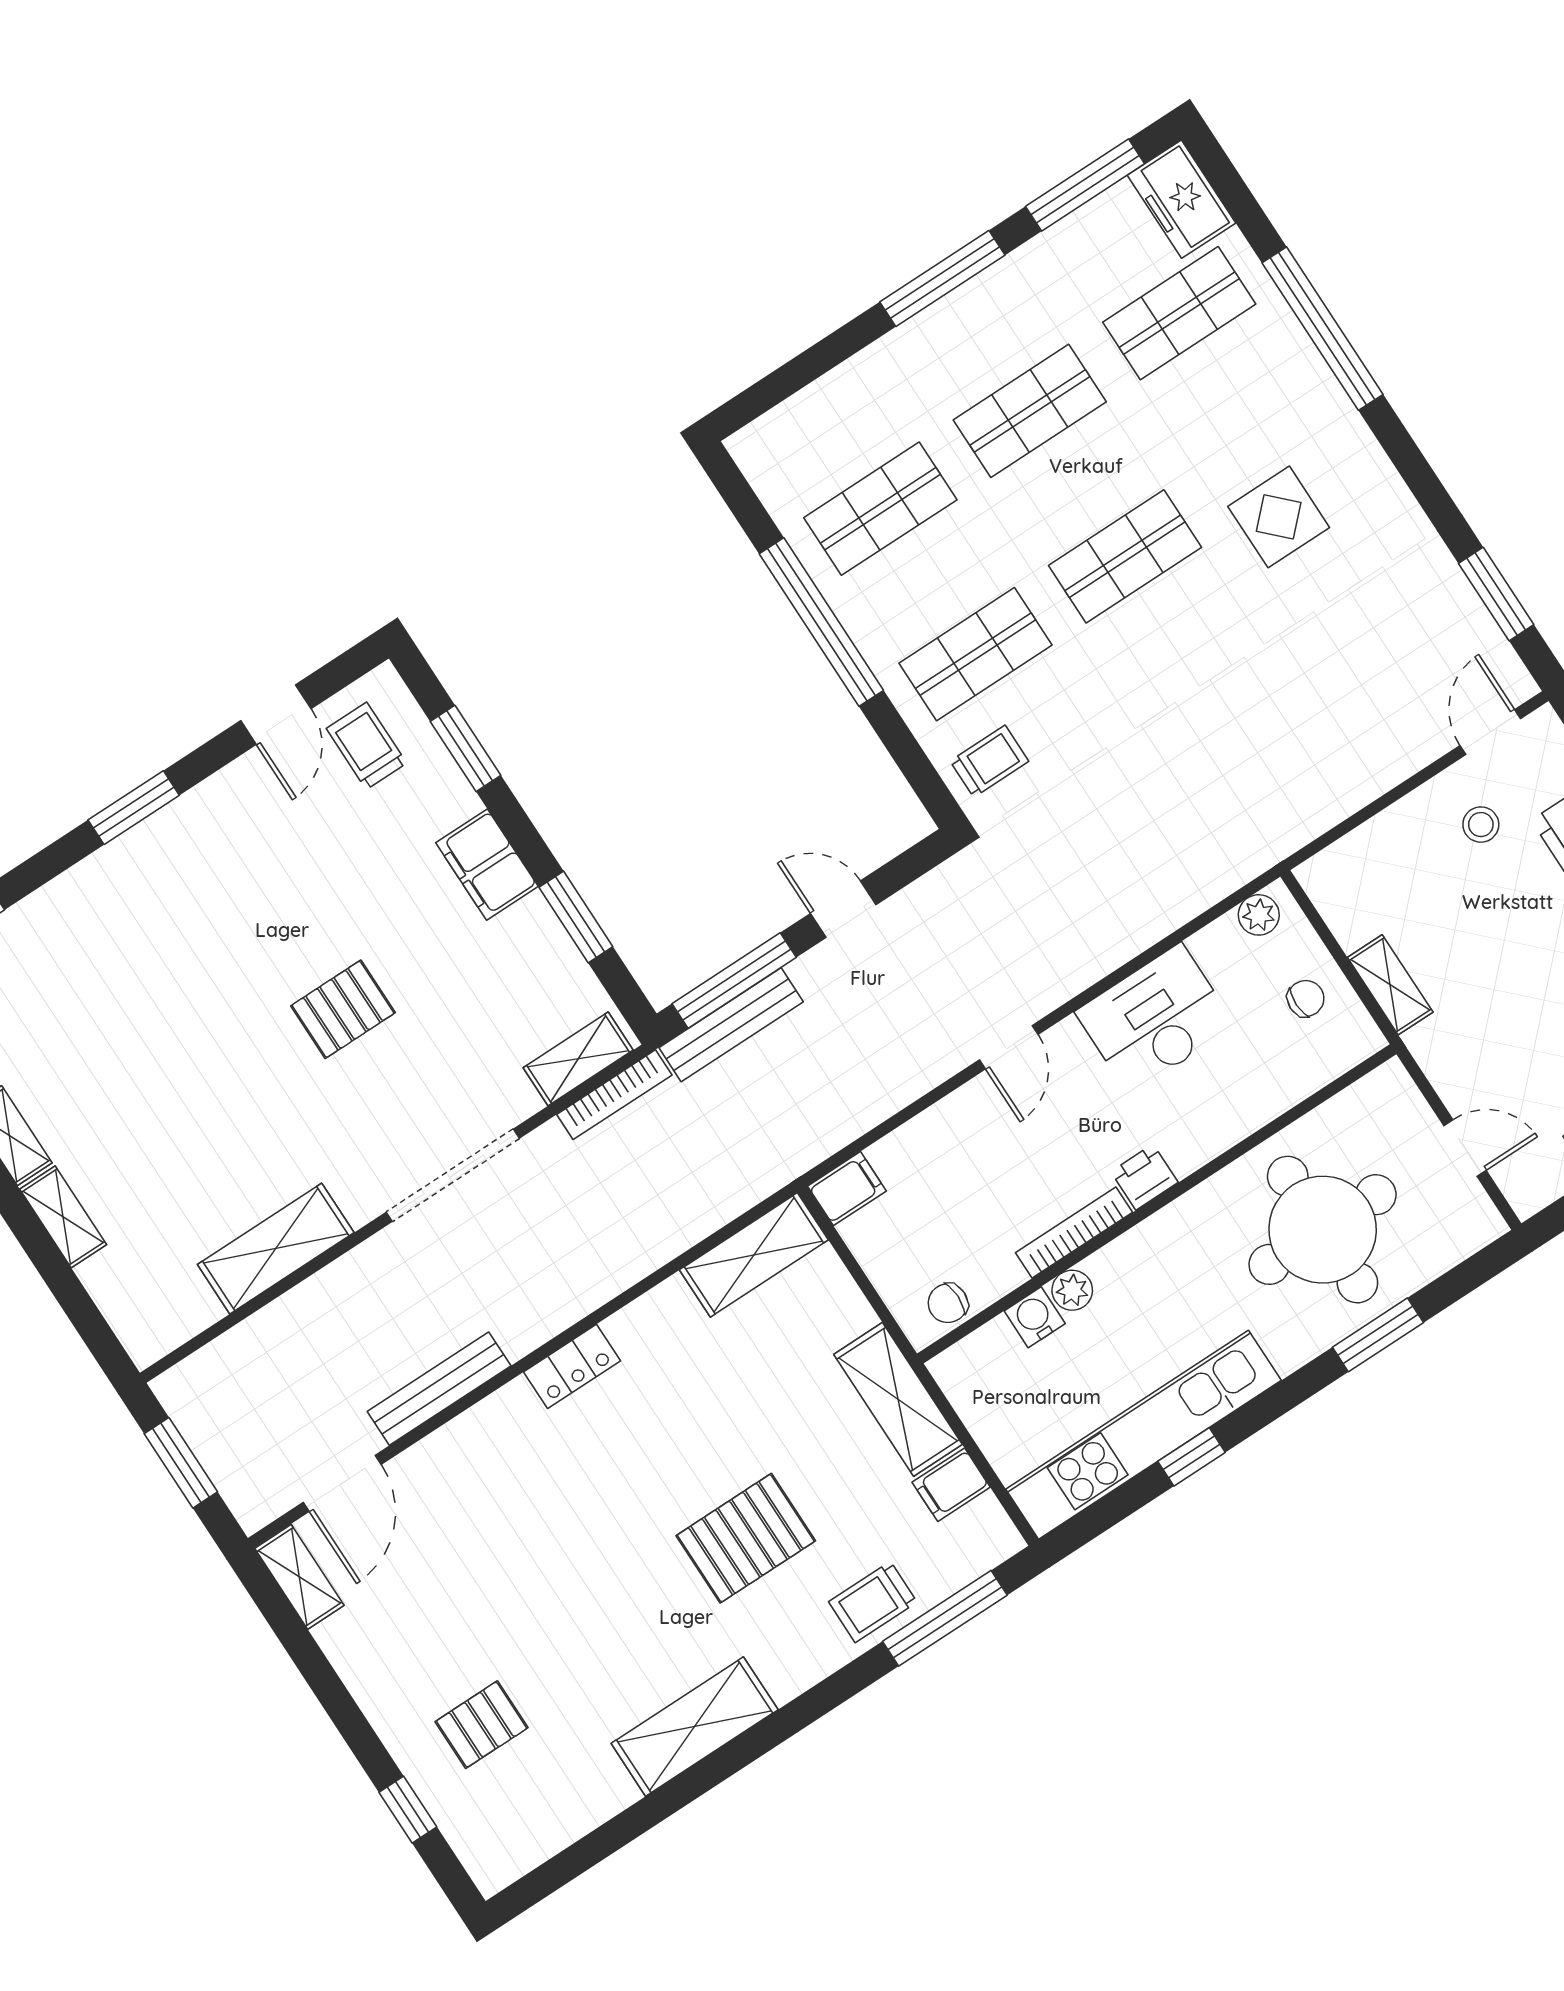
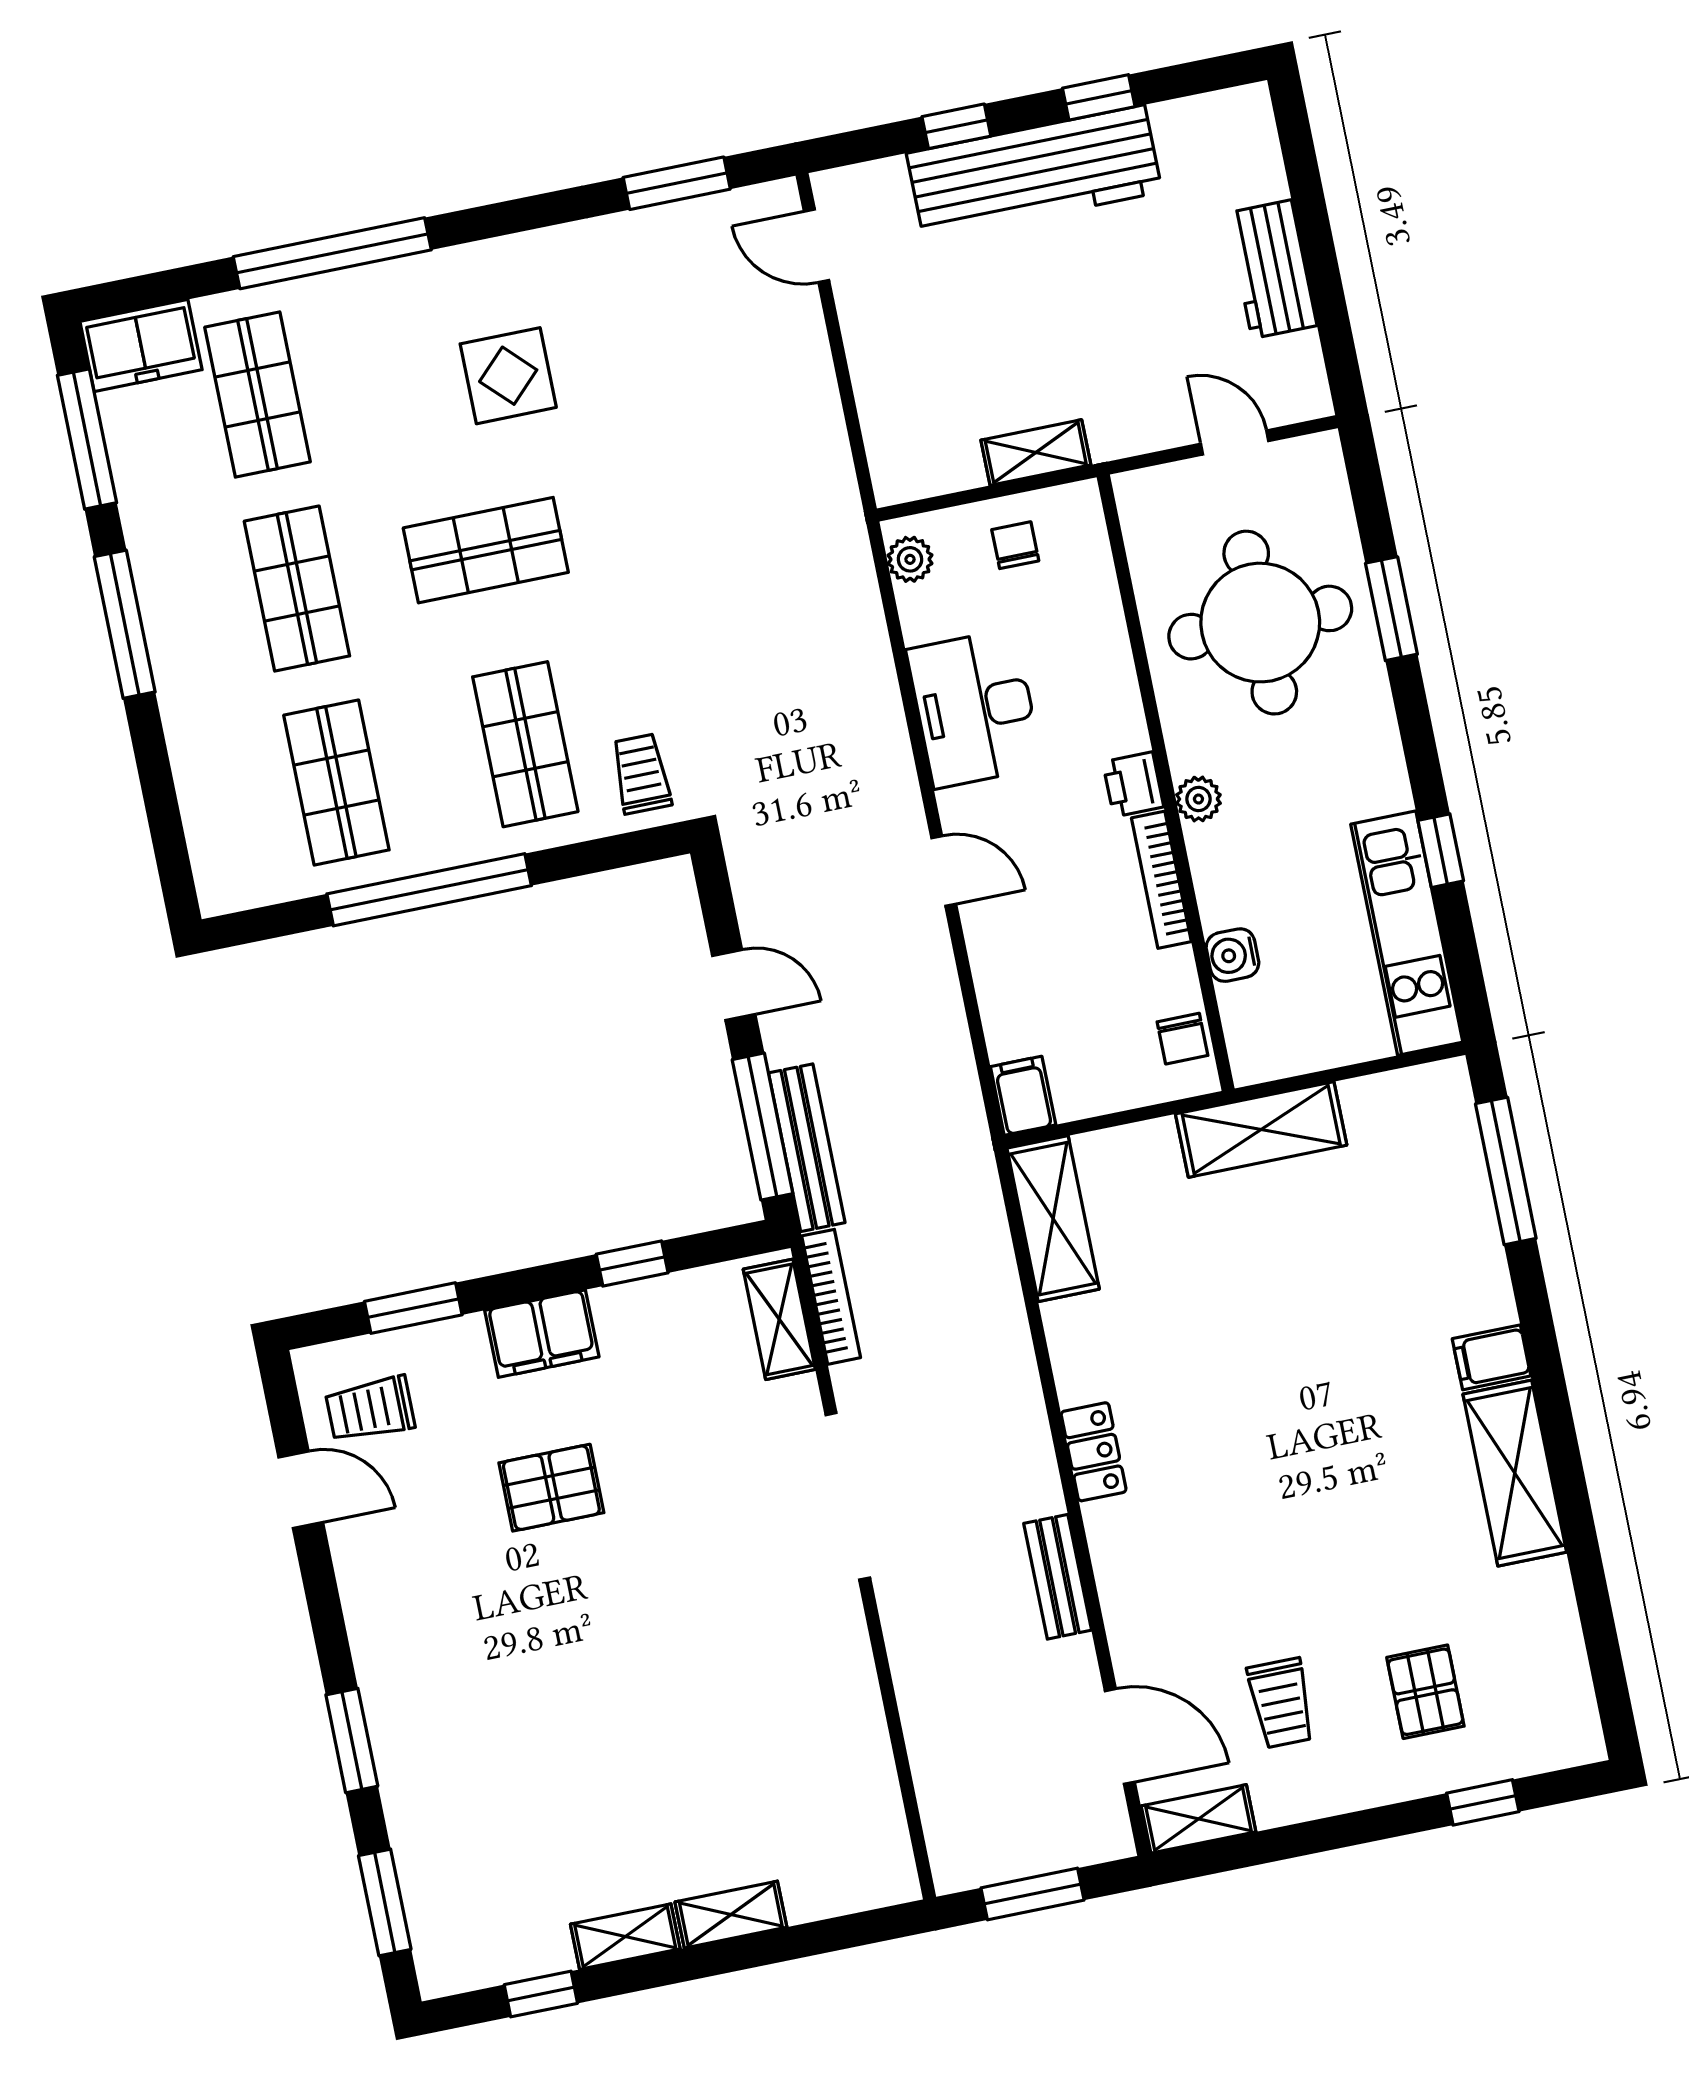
shop shelf: (1125, 556) -> (486, 550), turned 90
window: (134, 808) -> (352, 1741), moved
stool: (1481, 825) -> (908, 294), removed
door: (843, 909) -> (734, 985), swing flipped
window: (576, 917) -> (632, 1264), width x0.67
pallet: (343, 1009) -> (551, 1488), moved, turned 90
door: (1465, 1148) -> (1235, 442), hinge flipped
shelving: (276, 1249) -> (851, 1709), removed
plant: (1072, 1290) -> (1198, 799), moved
bench: (439, 1389) -> (1058, 1577), width x0.73
kitchen unit: (1144, 1435) -> (1407, 933), width x0.73
filing cabinet: (951, 1485) -> (1491, 1357), moved, turned 90
pallet: (746, 1538) -> (1342, 1343), removed
trolley: (873, 1602) -> (1281, 1703), moved

